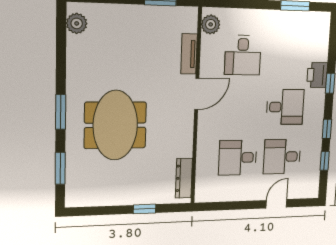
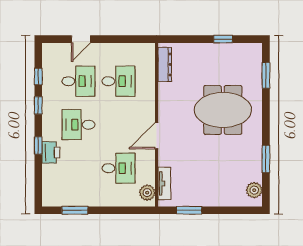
tv unit: (189, 54) -> (164, 183), moved
desk: (243, 55) -> (119, 168), turned 90
window: (61, 112) -> (266, 159), moved
meeting table: (115, 125) -> (223, 110), turned 90
window: (145, 209) -> (223, 39), moved

